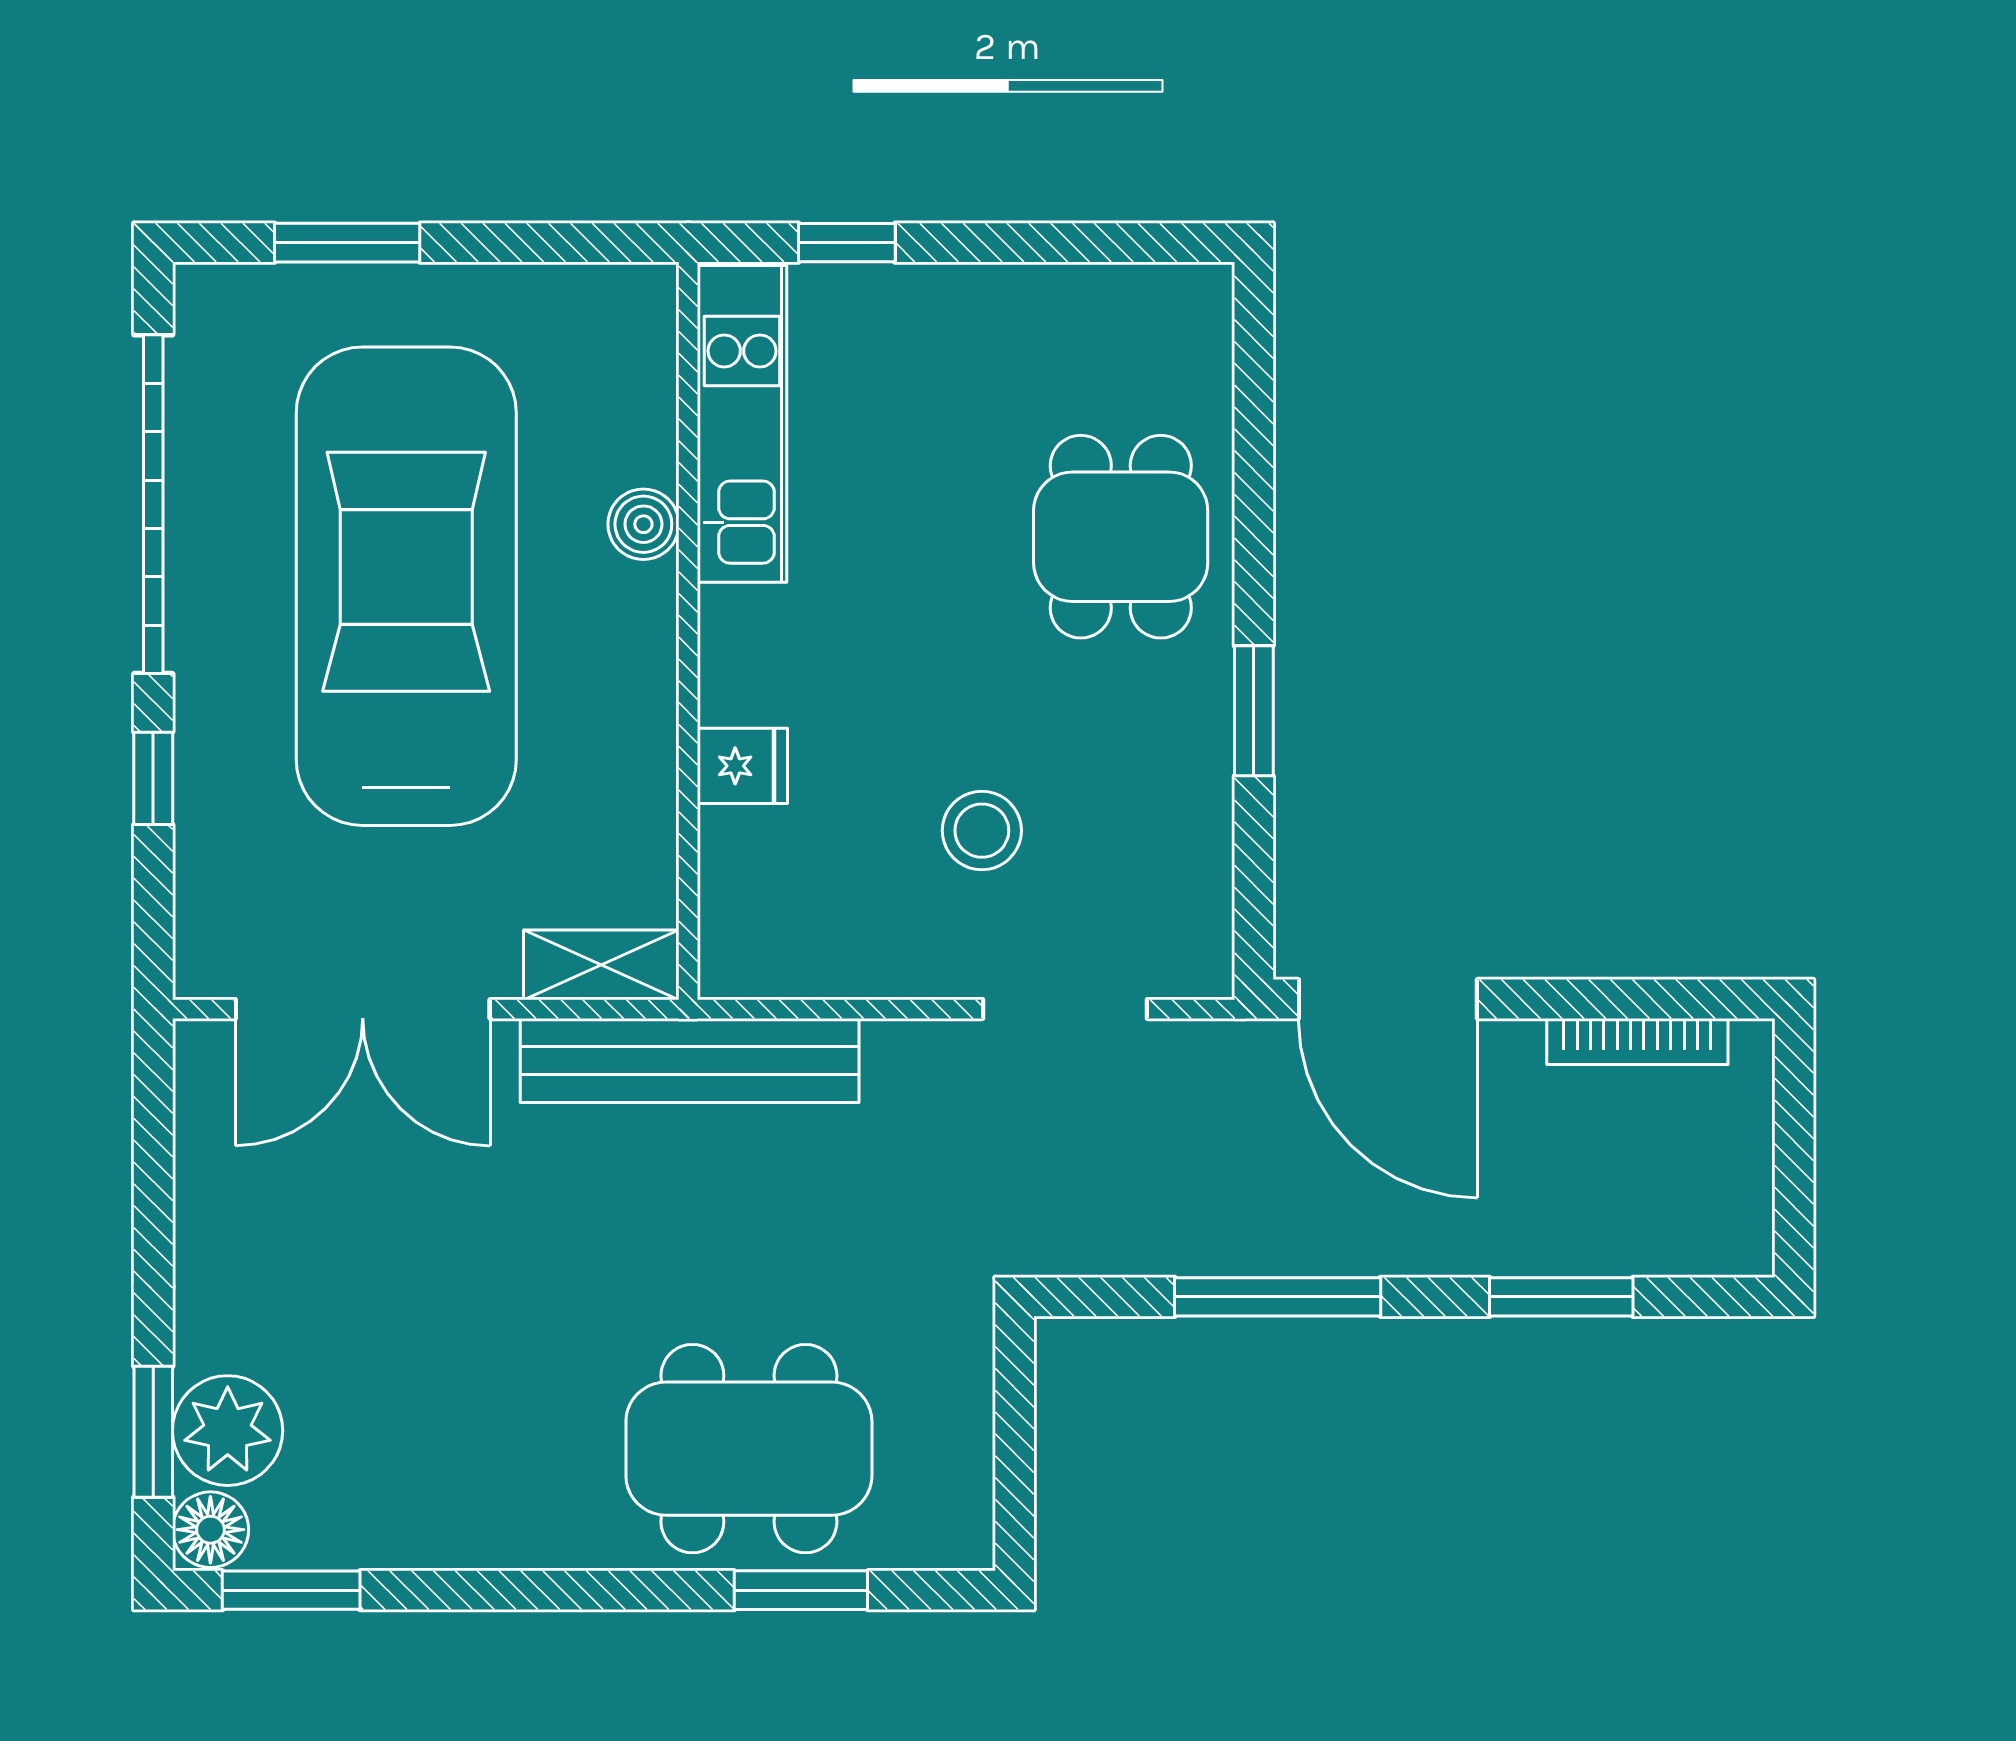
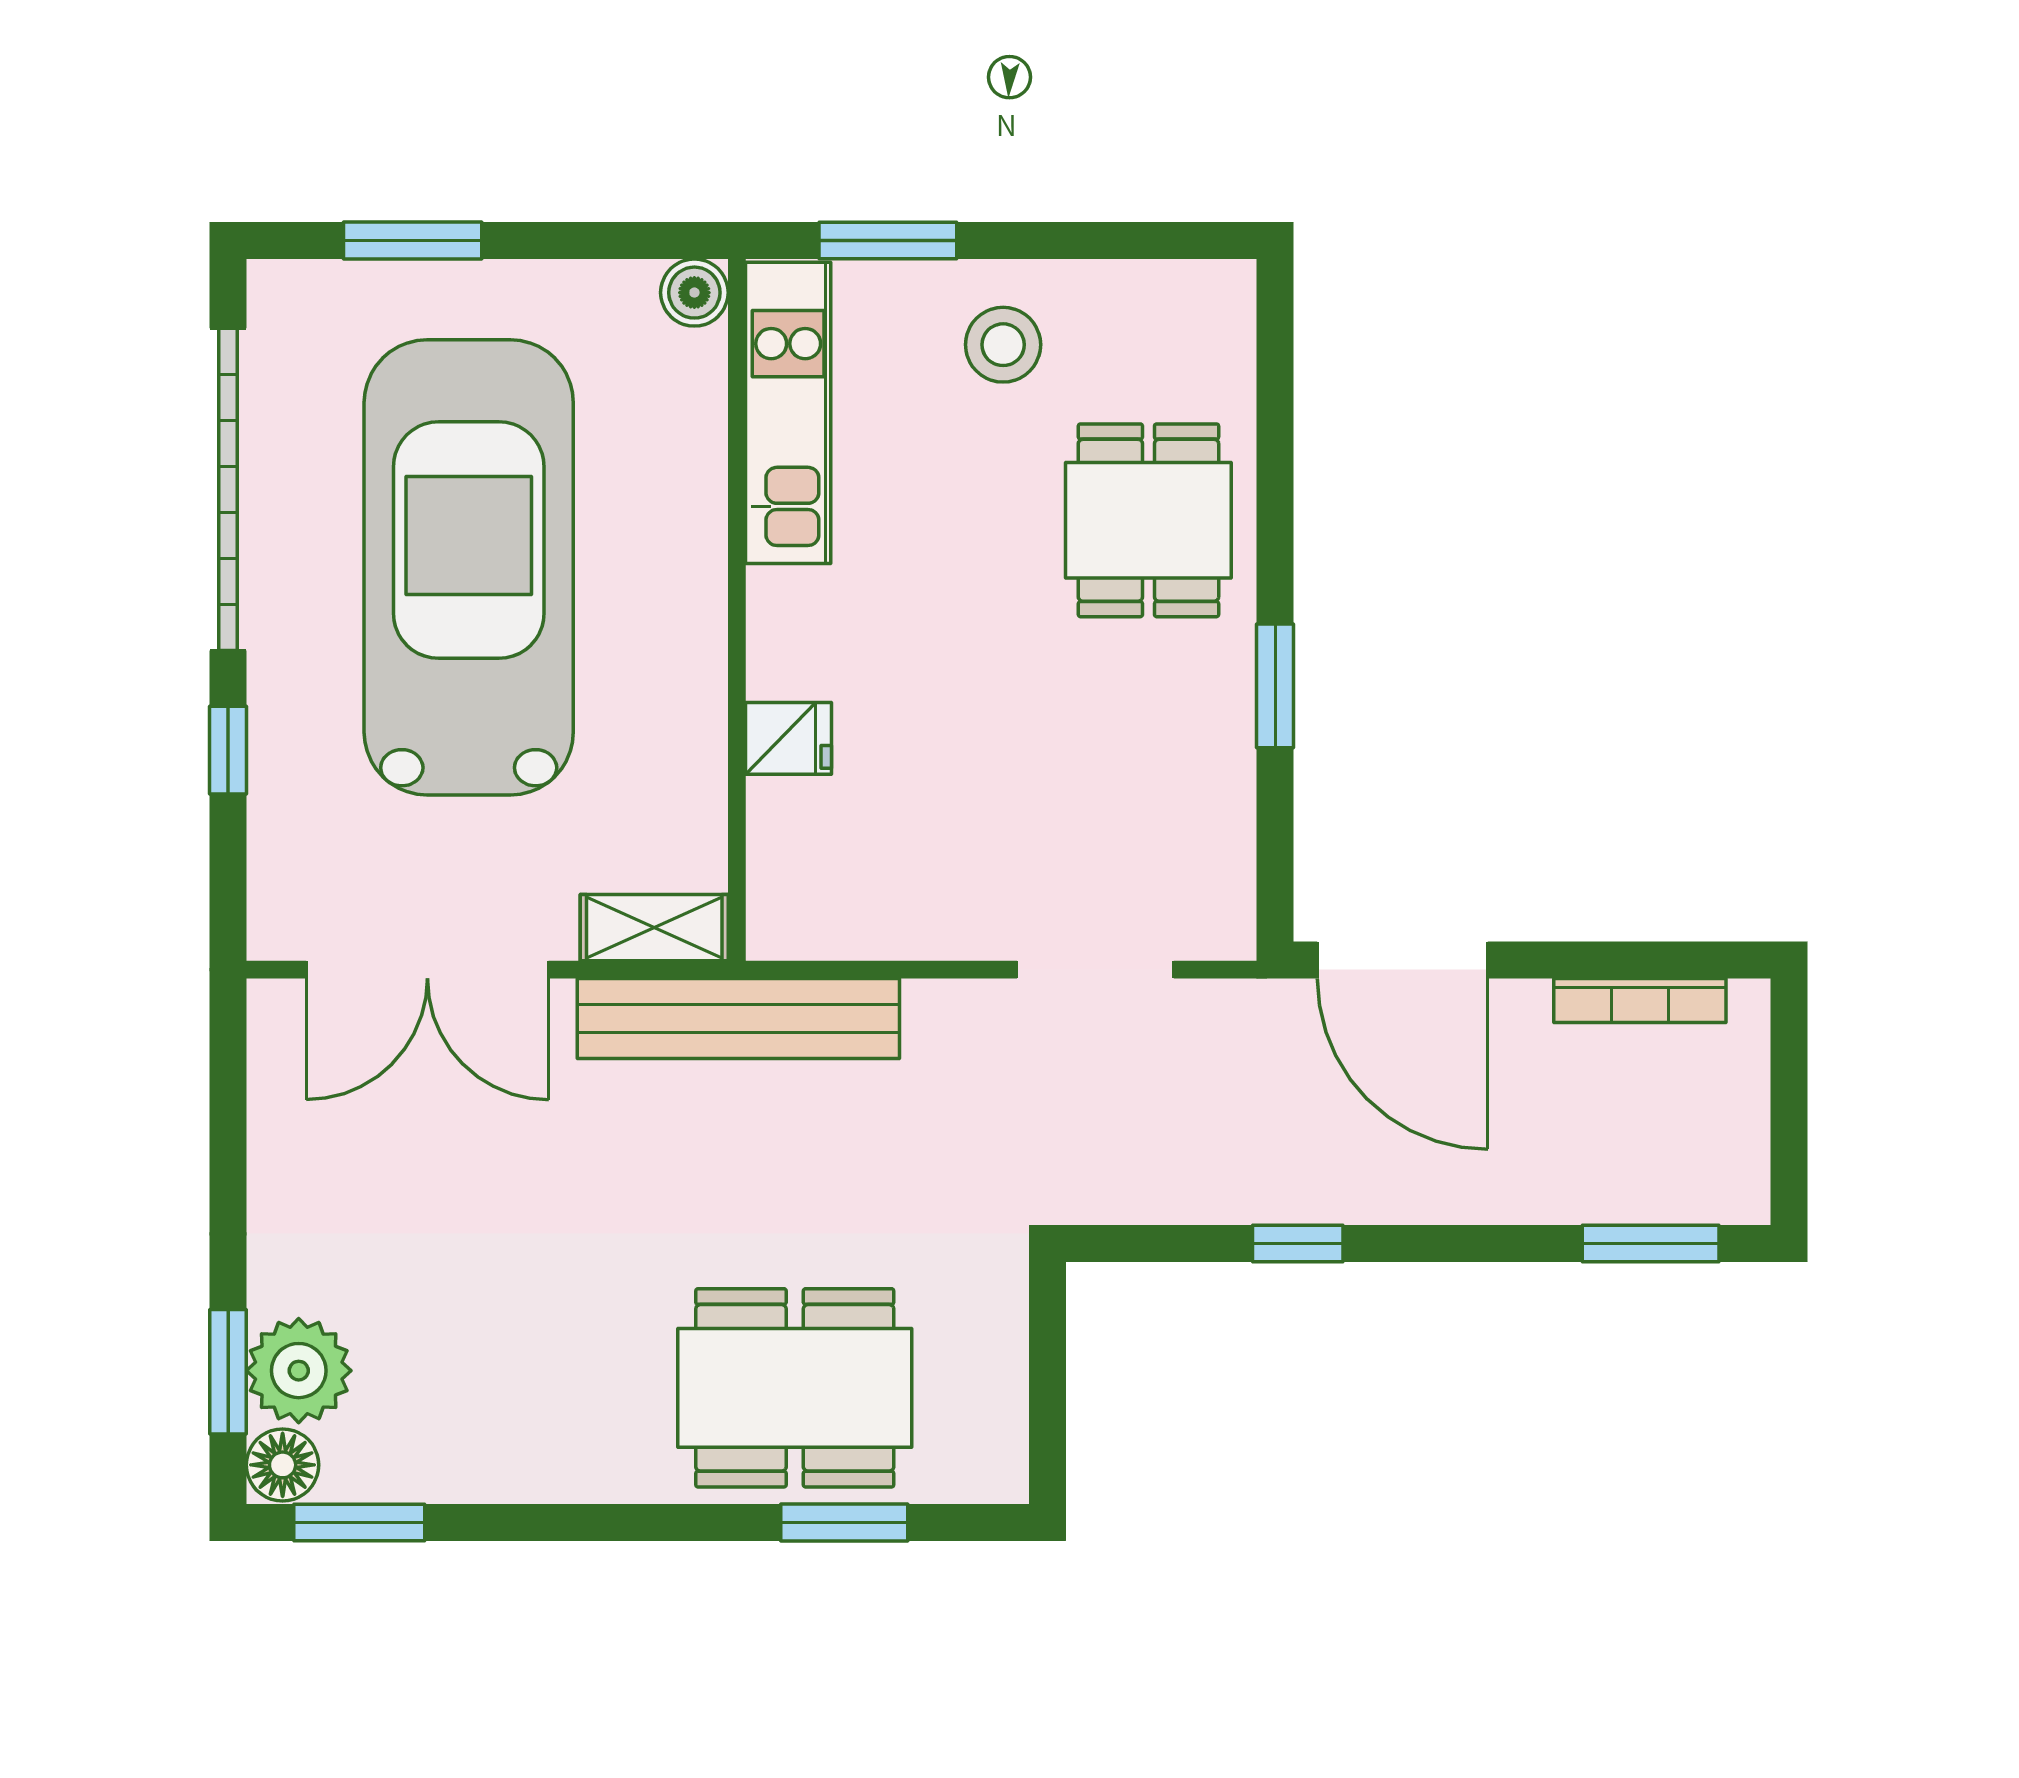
window: (847, 243) -> (888, 241), width x1.50
boiler: (643, 524) -> (694, 293), moved
stool: (982, 831) -> (1003, 345), moved
window: (1278, 1297) -> (1298, 1243), width x0.46
window: (1561, 1297) -> (1651, 1243), moved

